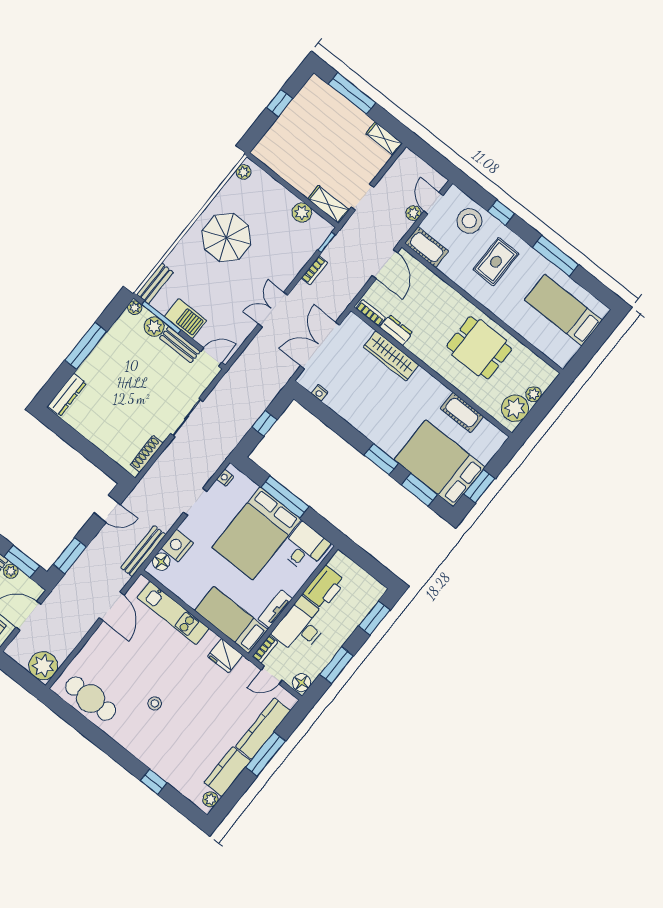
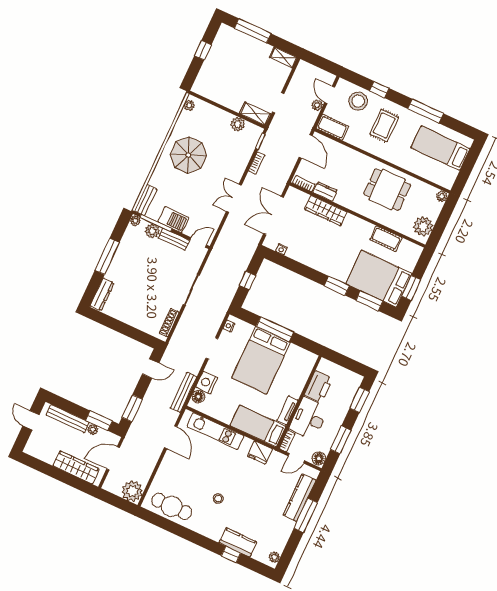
plant: (534, 394) -> (442, 196), moved
desk: (305, 547) -> (298, 362), removed
kitchen counter: (227, 772) -> (238, 542), moved, turned 90

